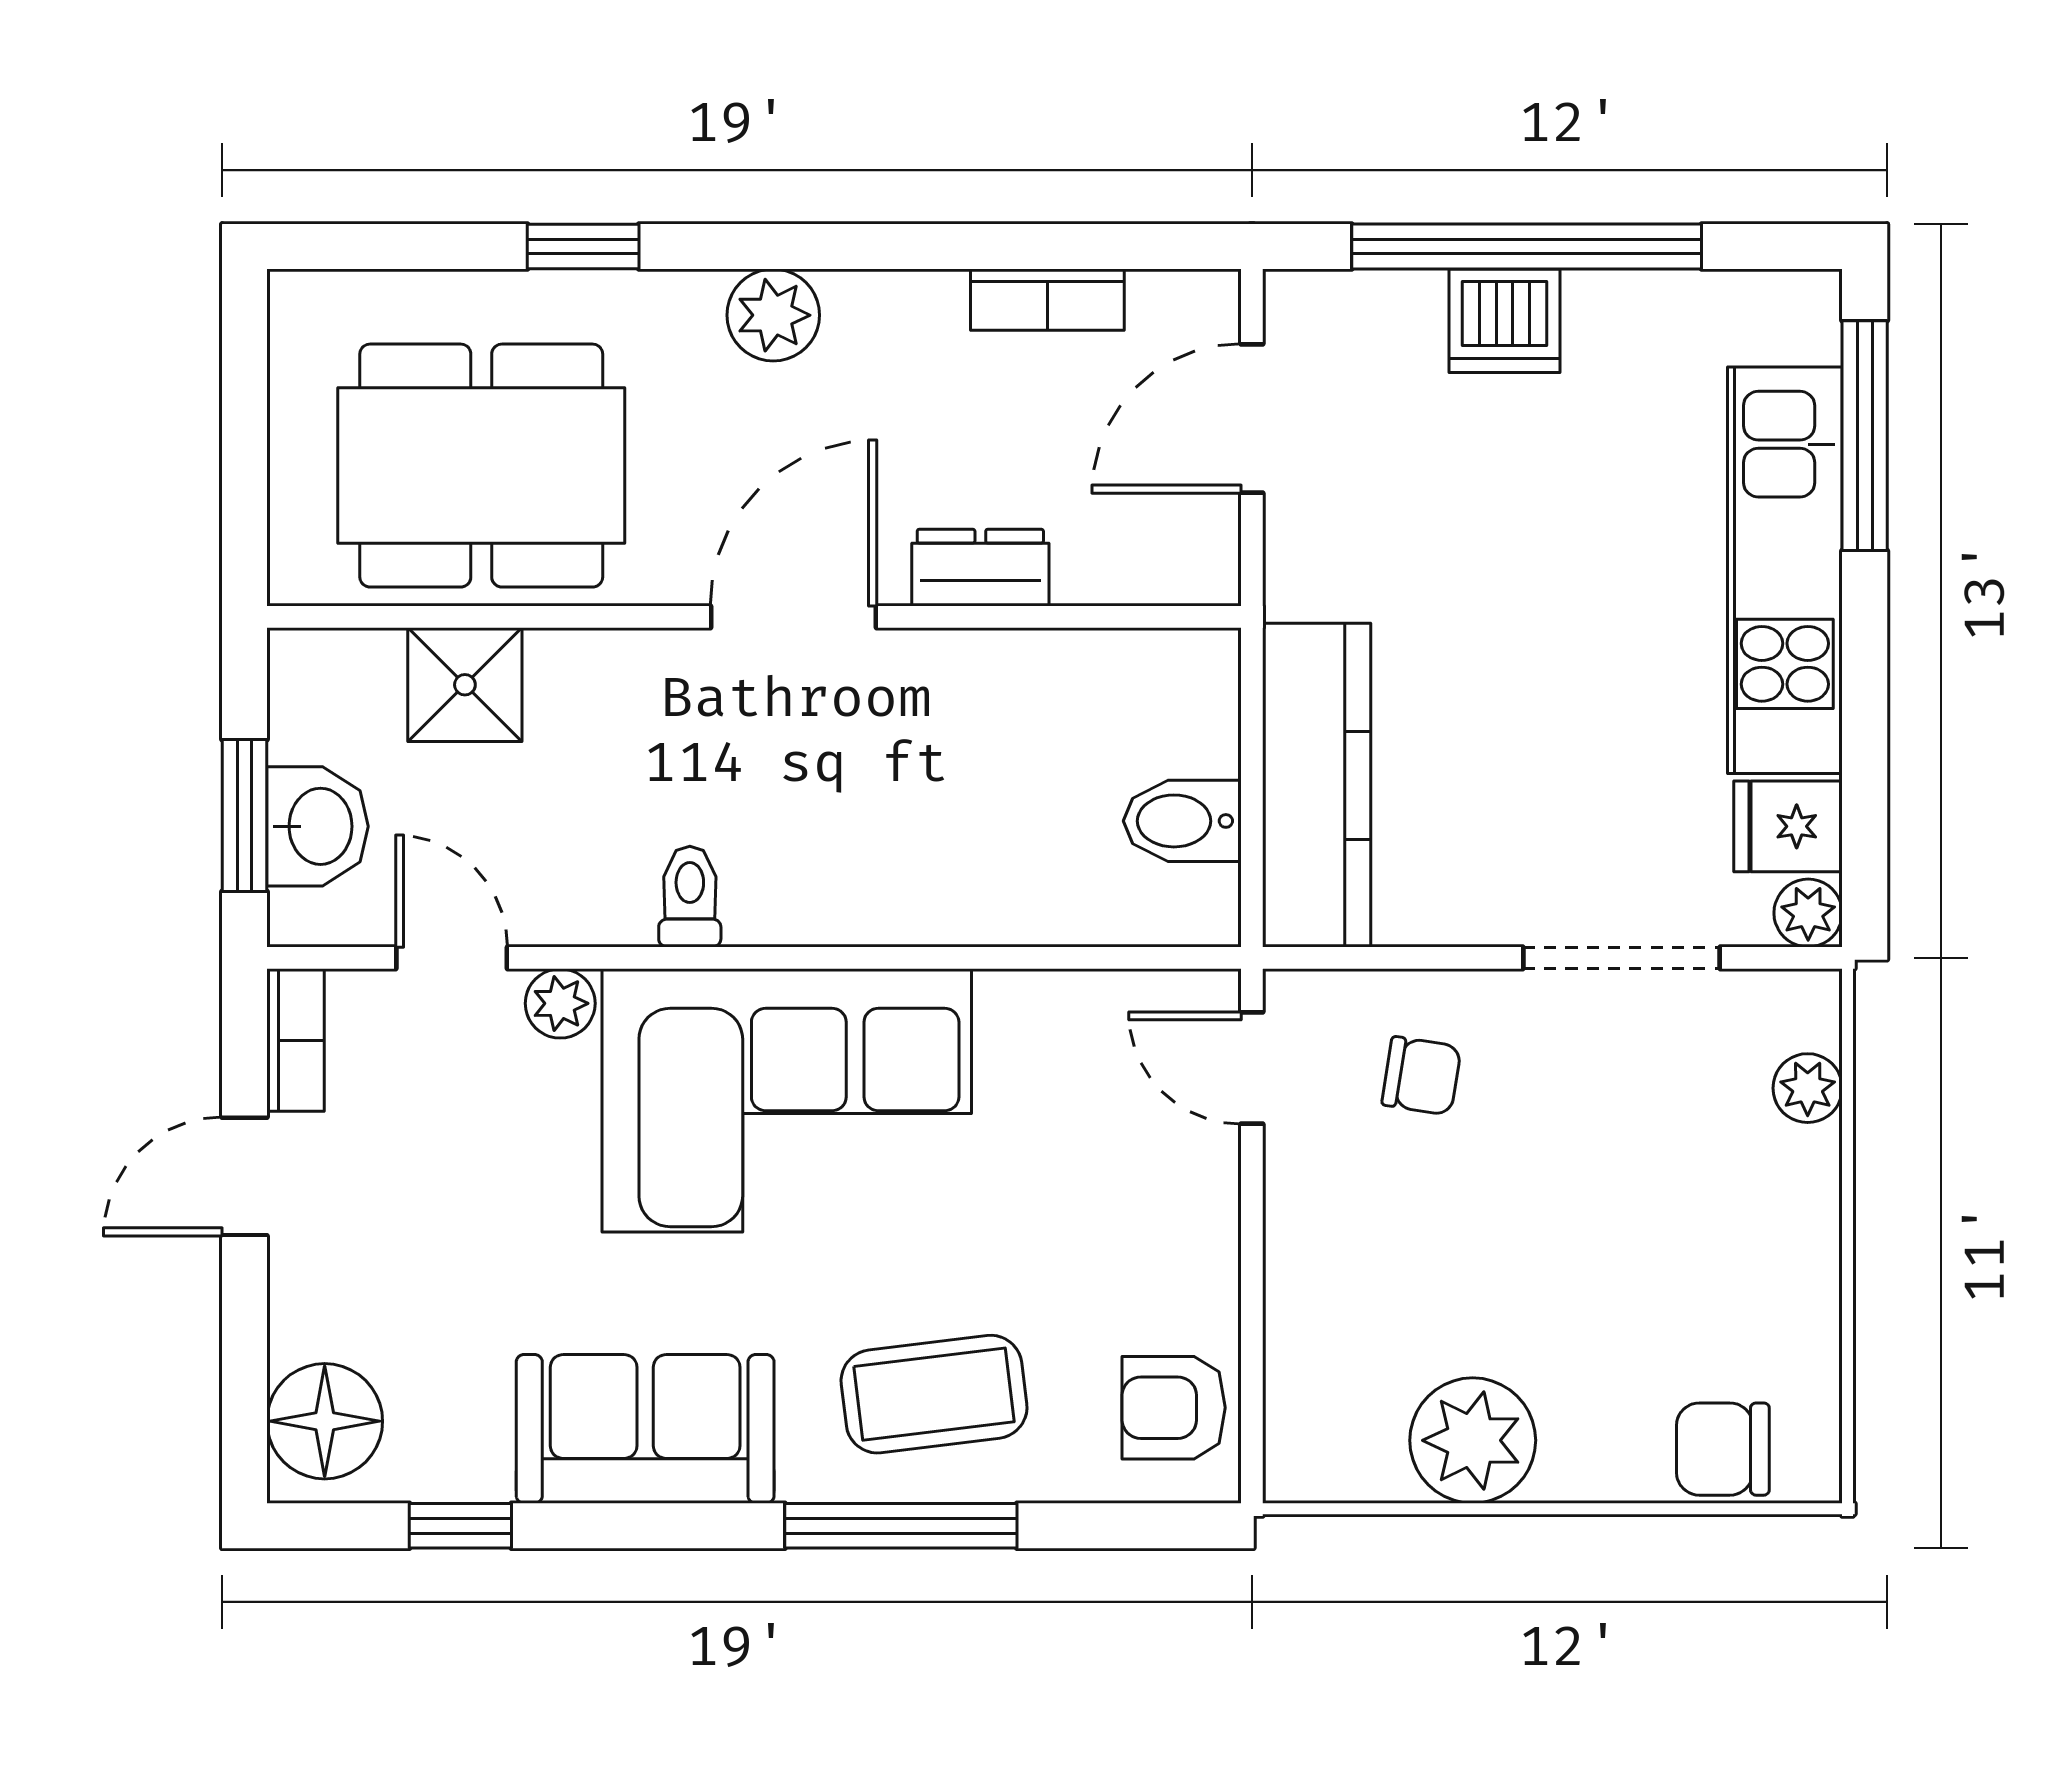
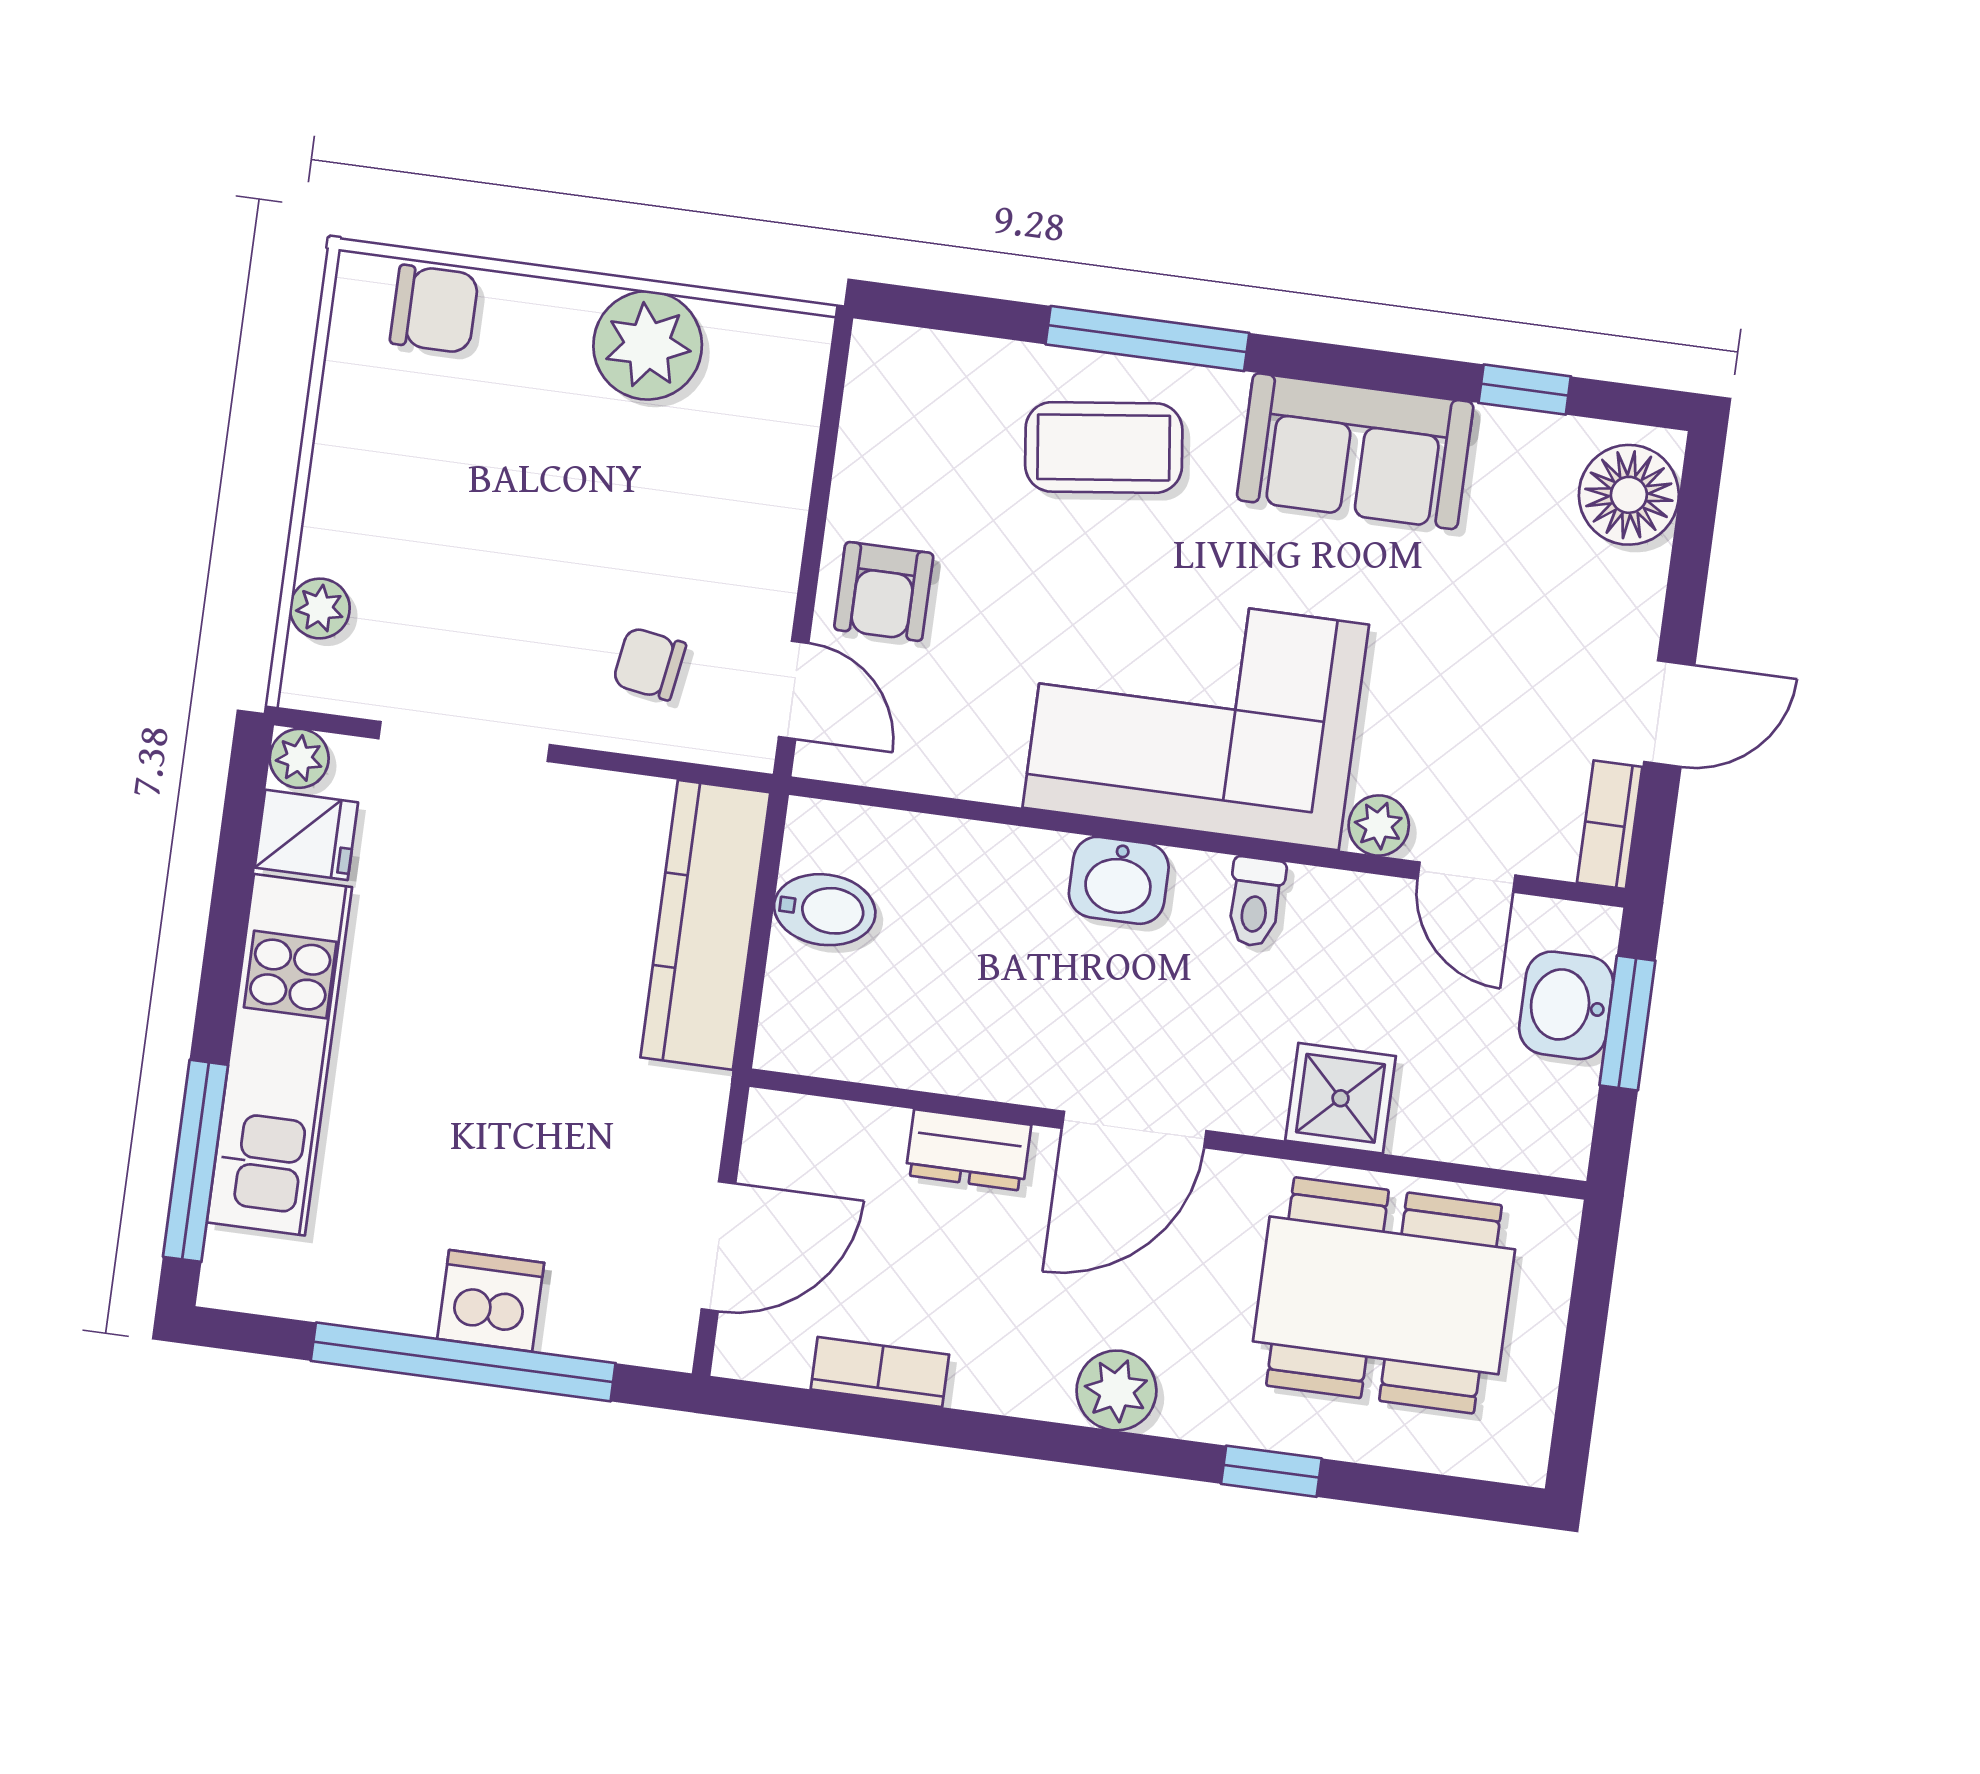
shower: (465, 685) -> (1341, 1098), moved
washbasin: (850, 900) -> (1119, 880), added
armchair: (1174, 1408) -> (884, 591), moved, turned 90

